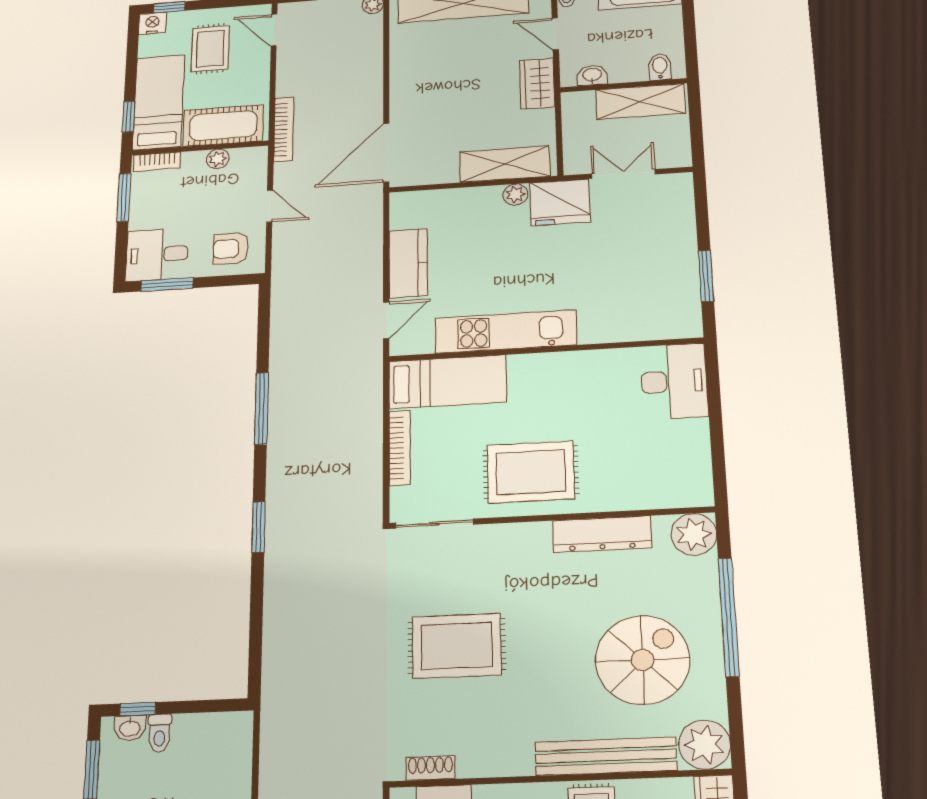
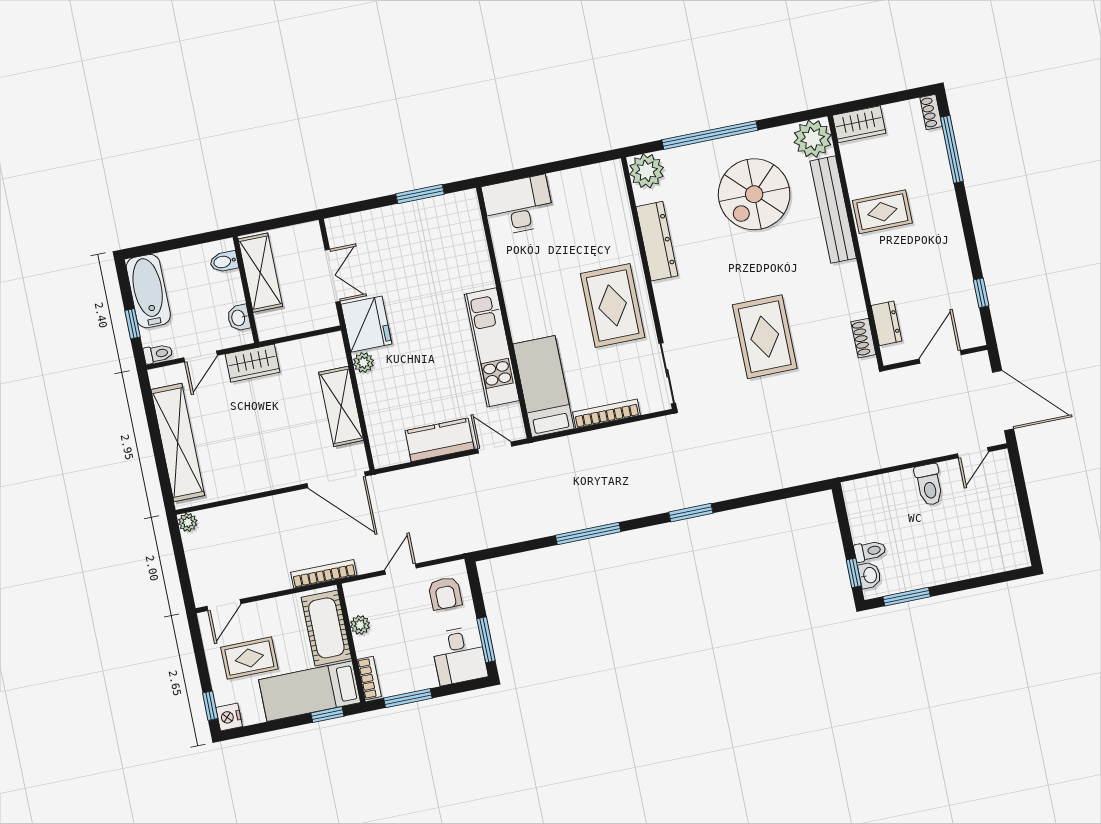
shelving: (505, 164) -> (341, 406), moved
double door: (624, 174) -> (333, 276), swing flipped
spiral stairs: (643, 660) -> (754, 194), turned -90

